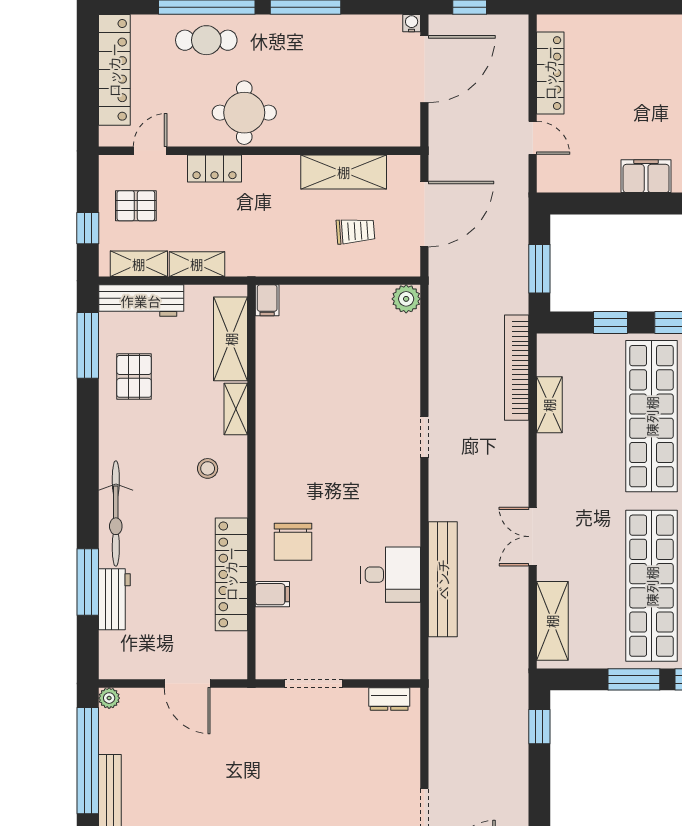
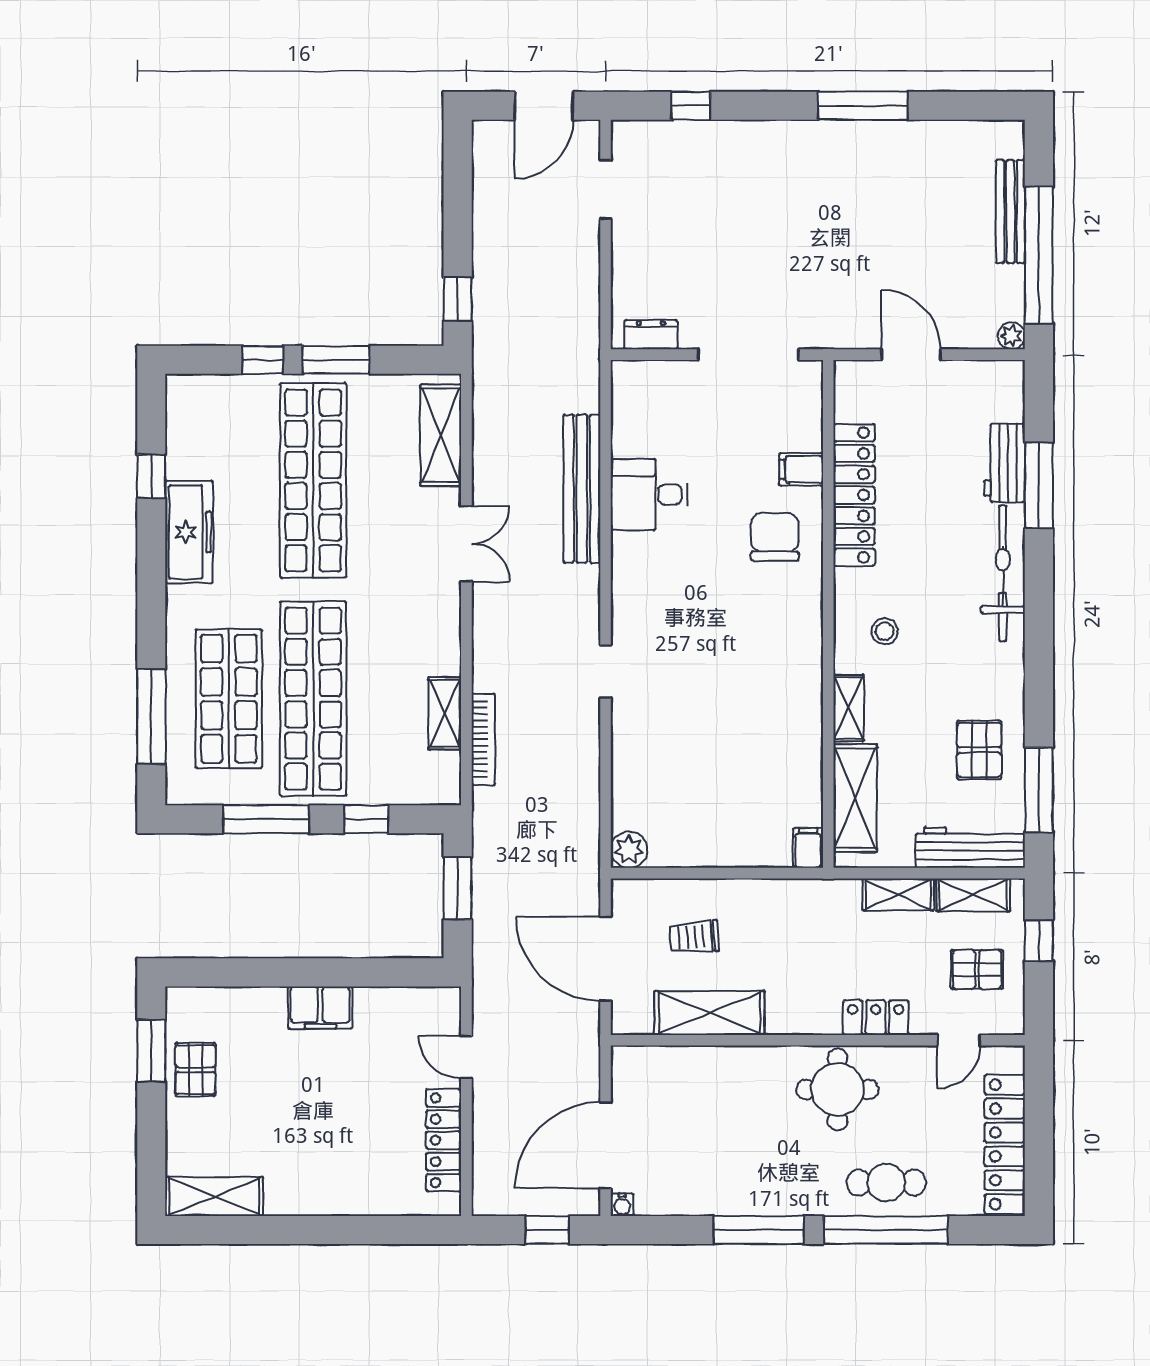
door: (424, 214) -> (606, 959), hinge flipped
bookcase: (517, 368) -> (483, 739), width x0.68, depth x0.76
doorway: (314, 683) -> (748, 355), width x1.36

